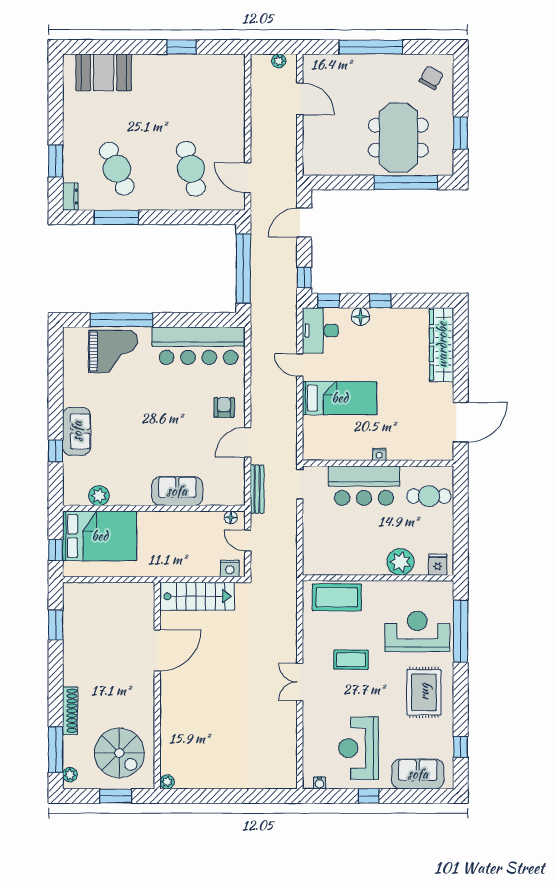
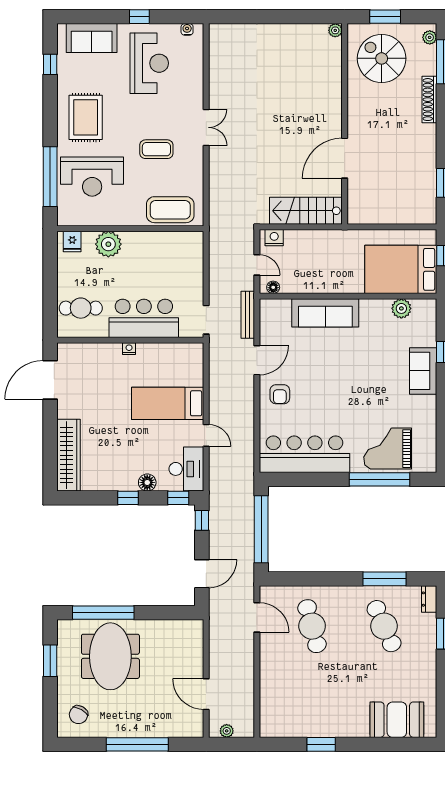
sofa: (177, 491) -> (325, 313), width x1.36

